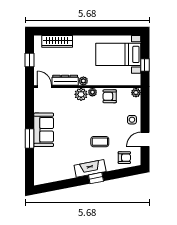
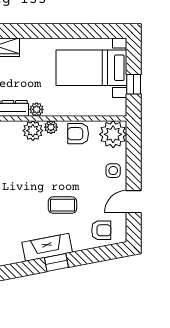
plant: (136, 93) -> (113, 134), width x1.87, depth x1.87

